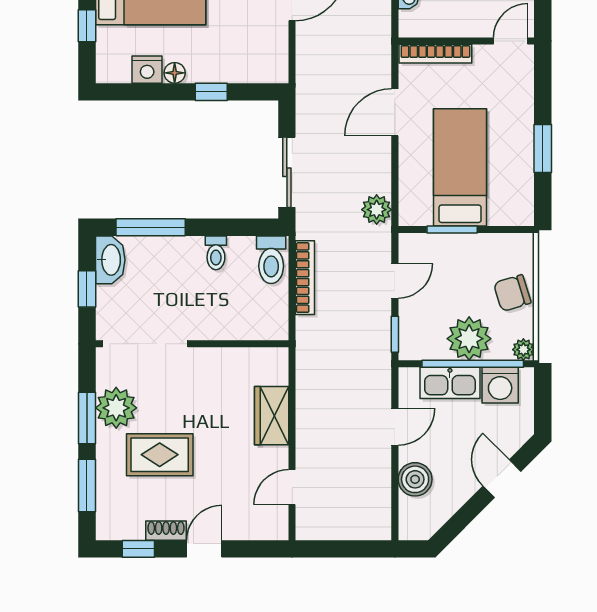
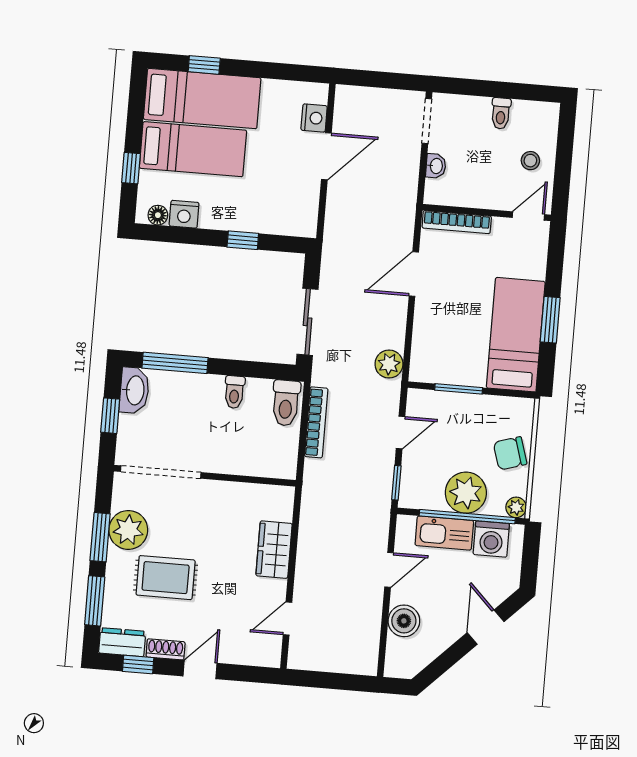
floor lamp: (175, 73) -> (158, 215), moved
bed: (460, 167) -> (516, 335), moved
dresser: (120, 527) -> (122, 642), added

